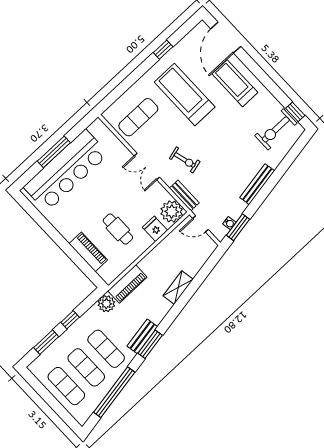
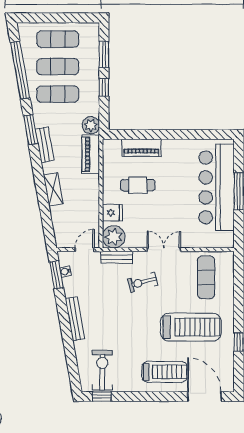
bench: (142, 336) -> (45, 145), moved

